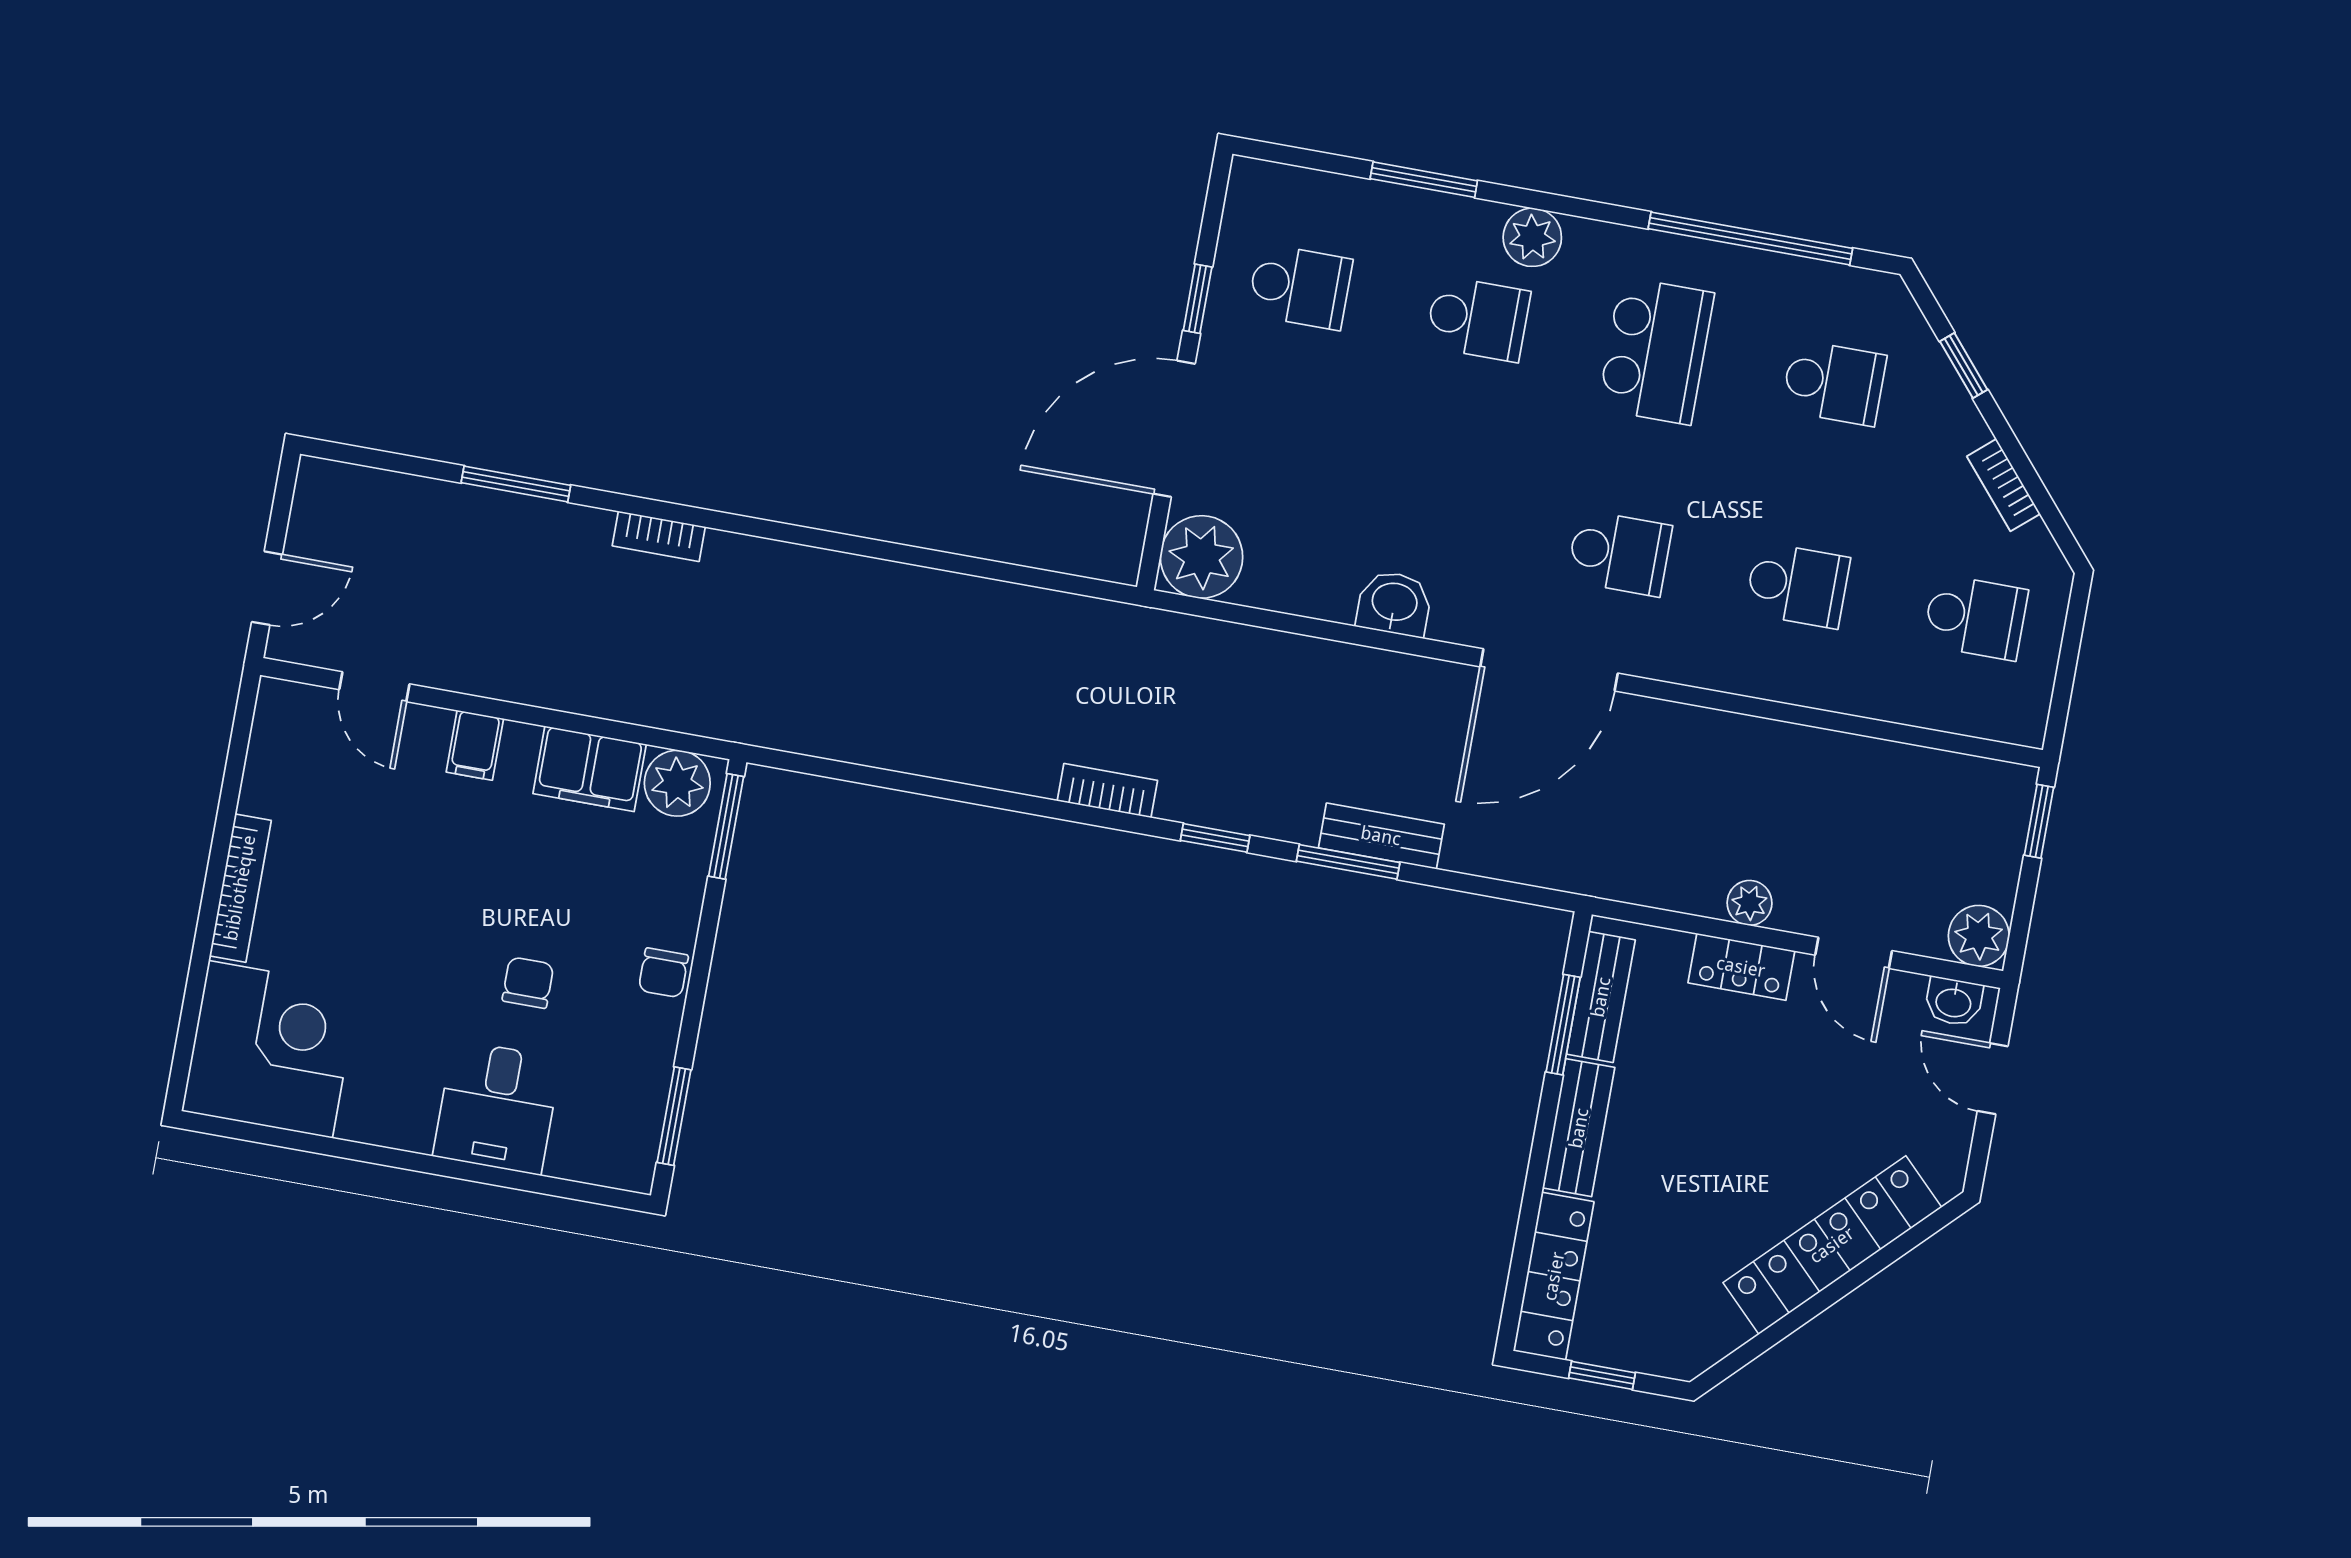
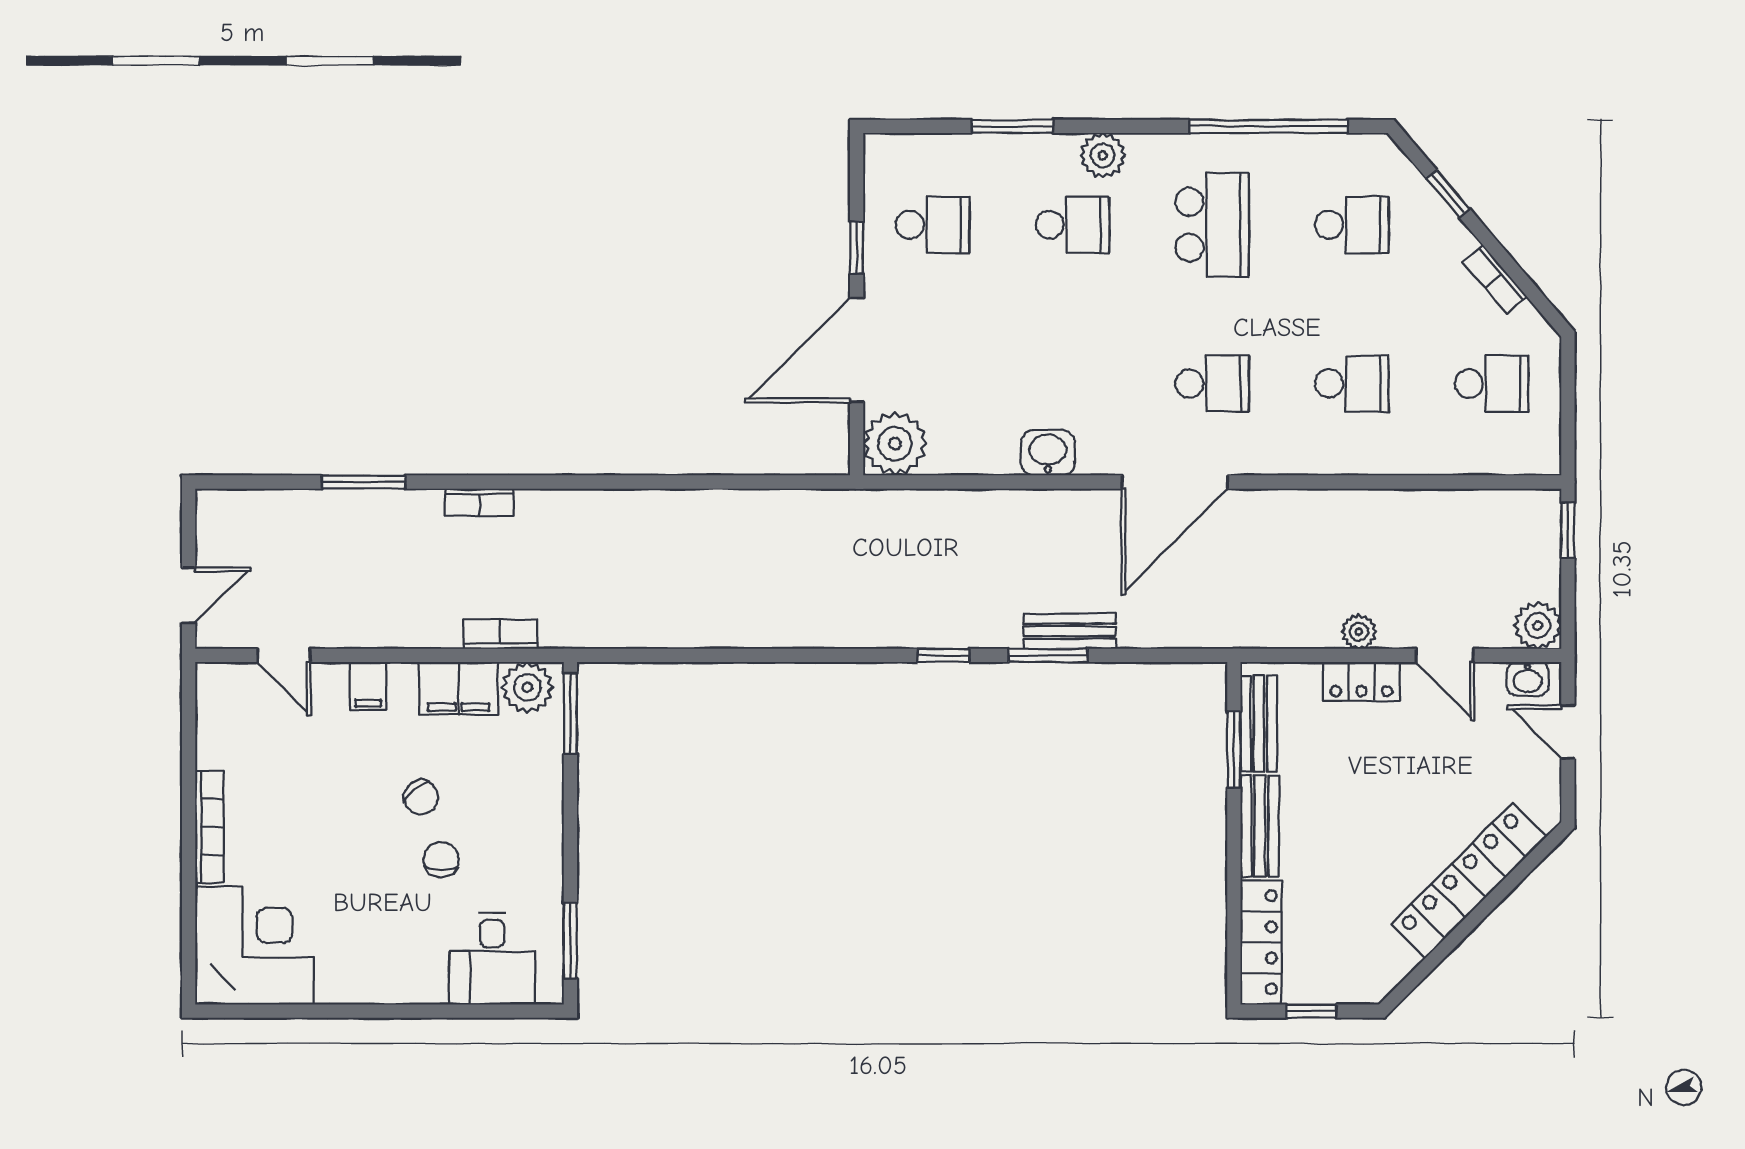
bookcase: (1107, 791) -> (500, 634), moved
chair: (663, 973) -> (421, 797), moved, turned -40
desk: (497, 1107) -> (492, 959), moved

